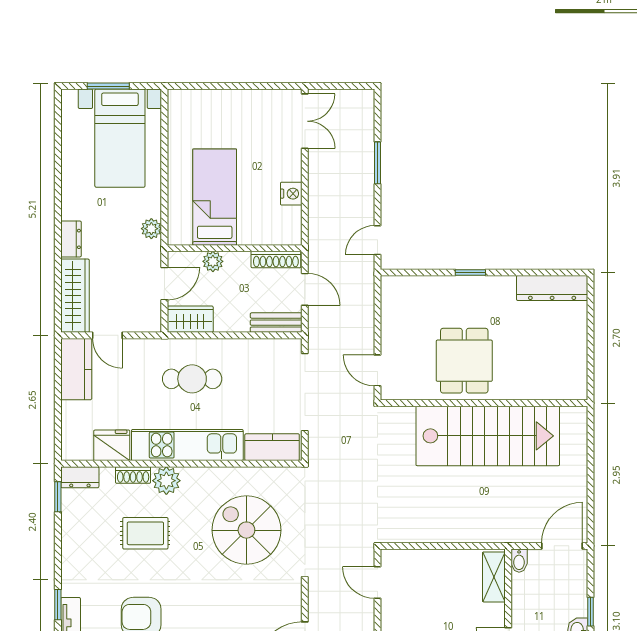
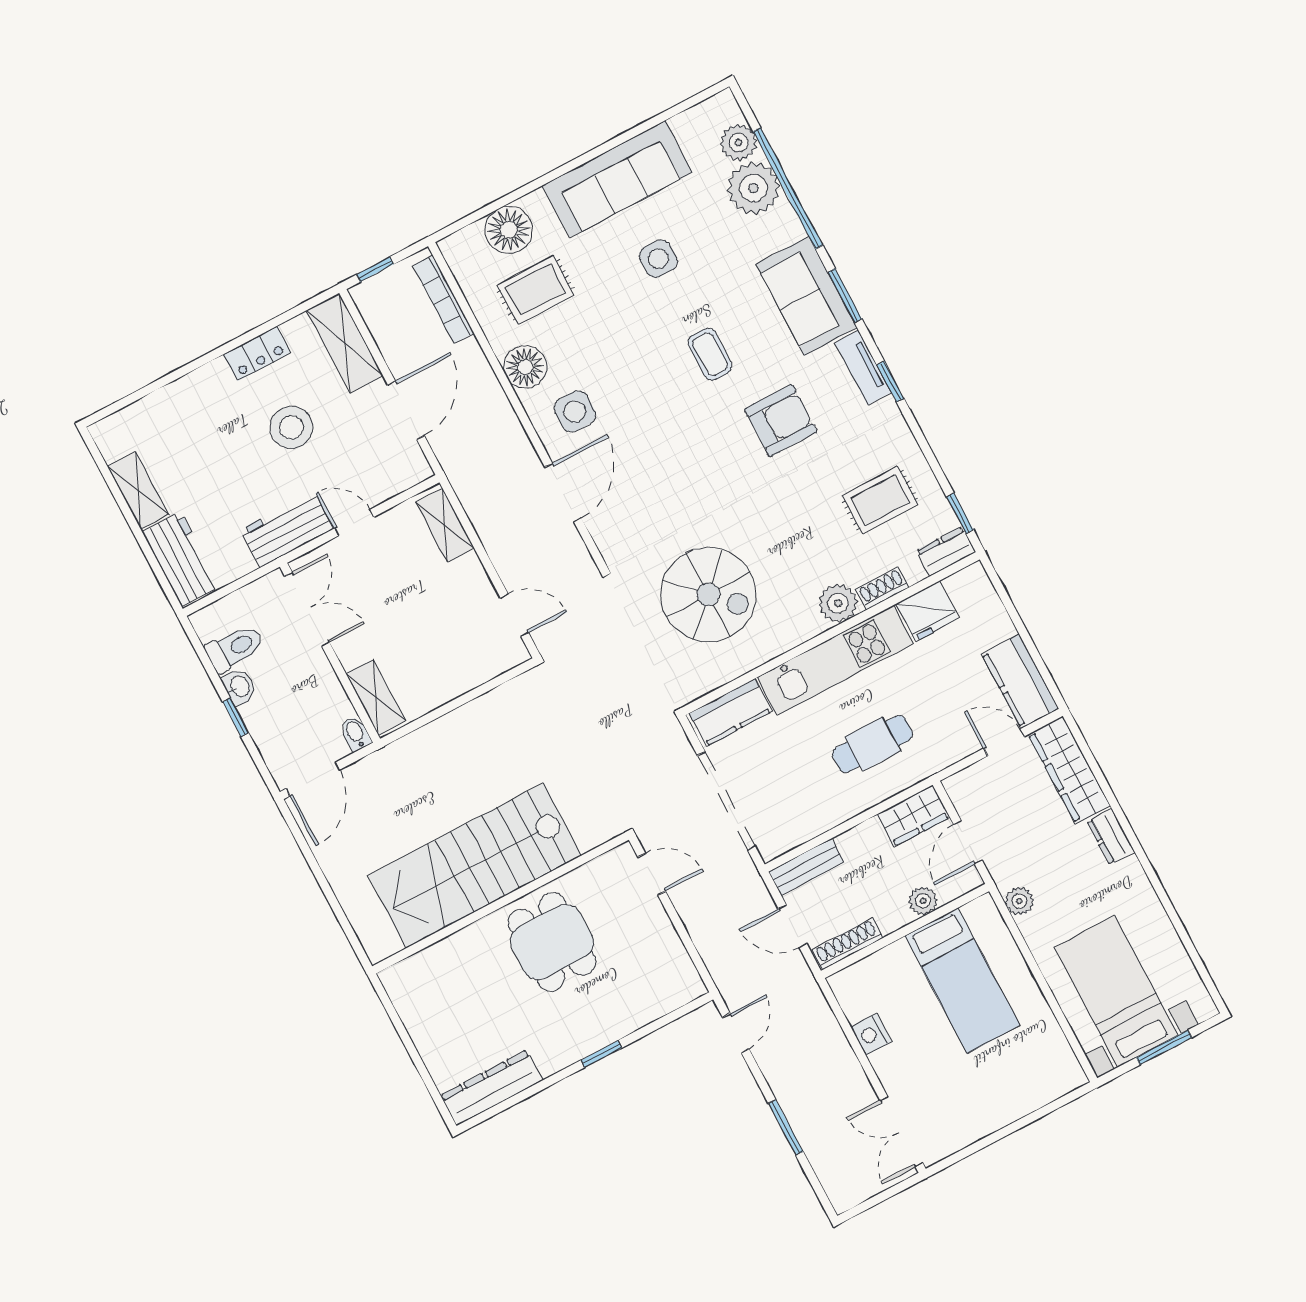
rug: (145, 533) -> (880, 500), moved

